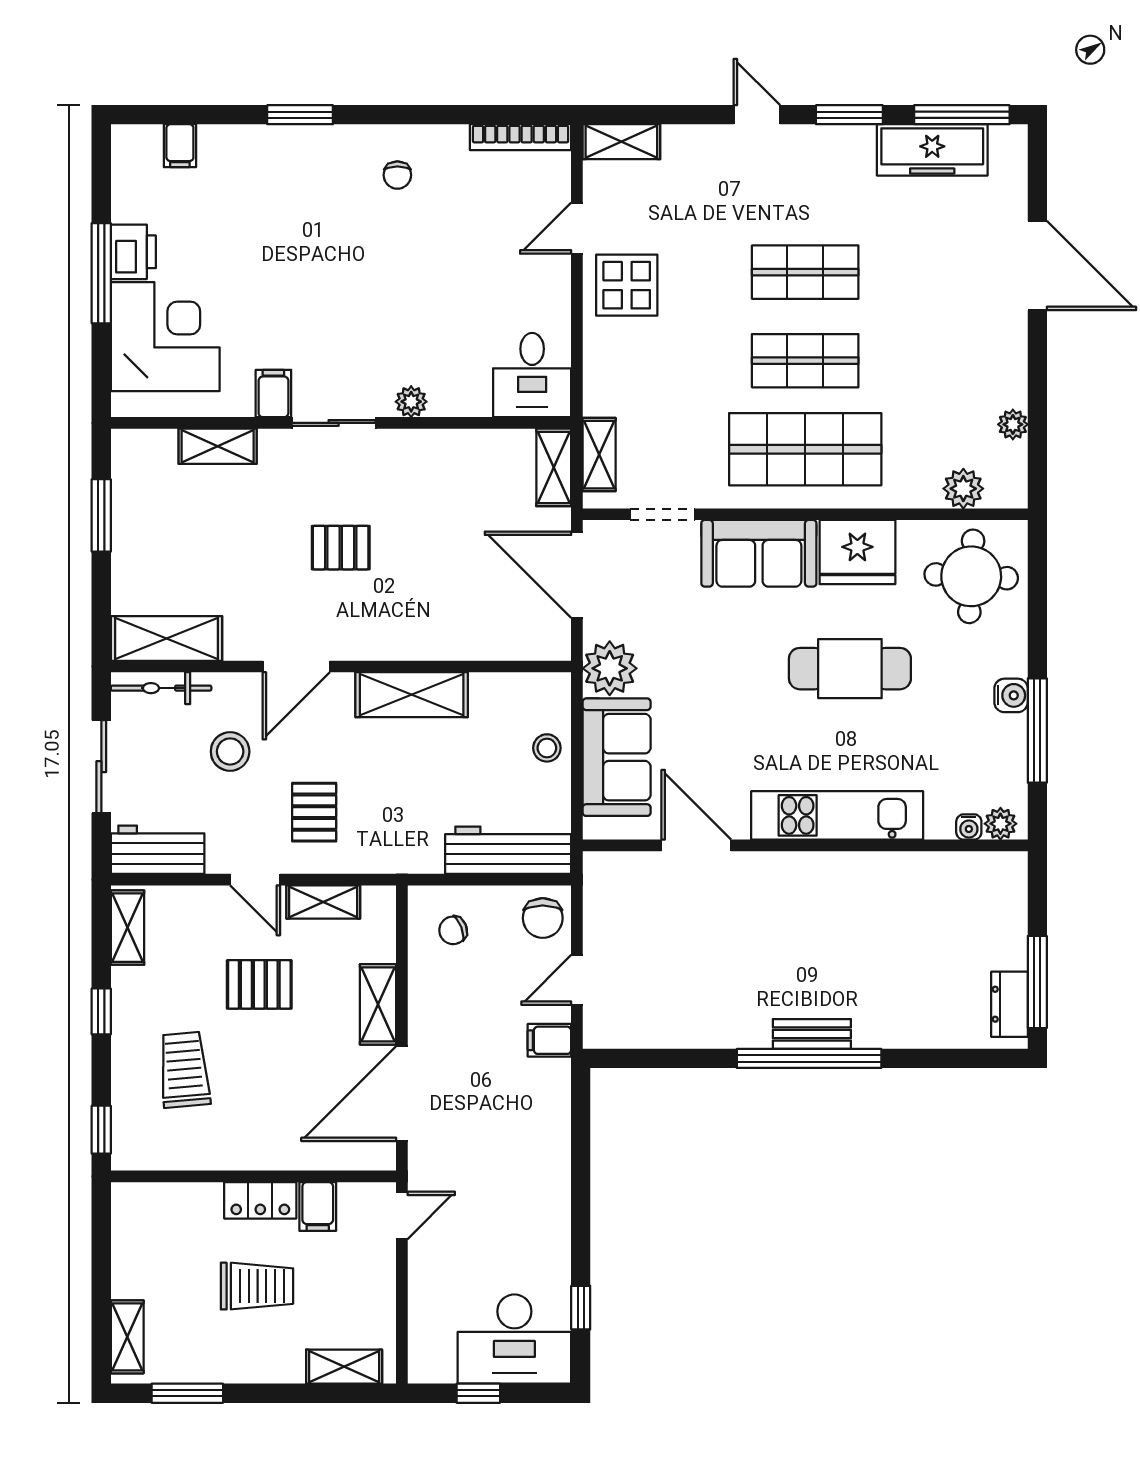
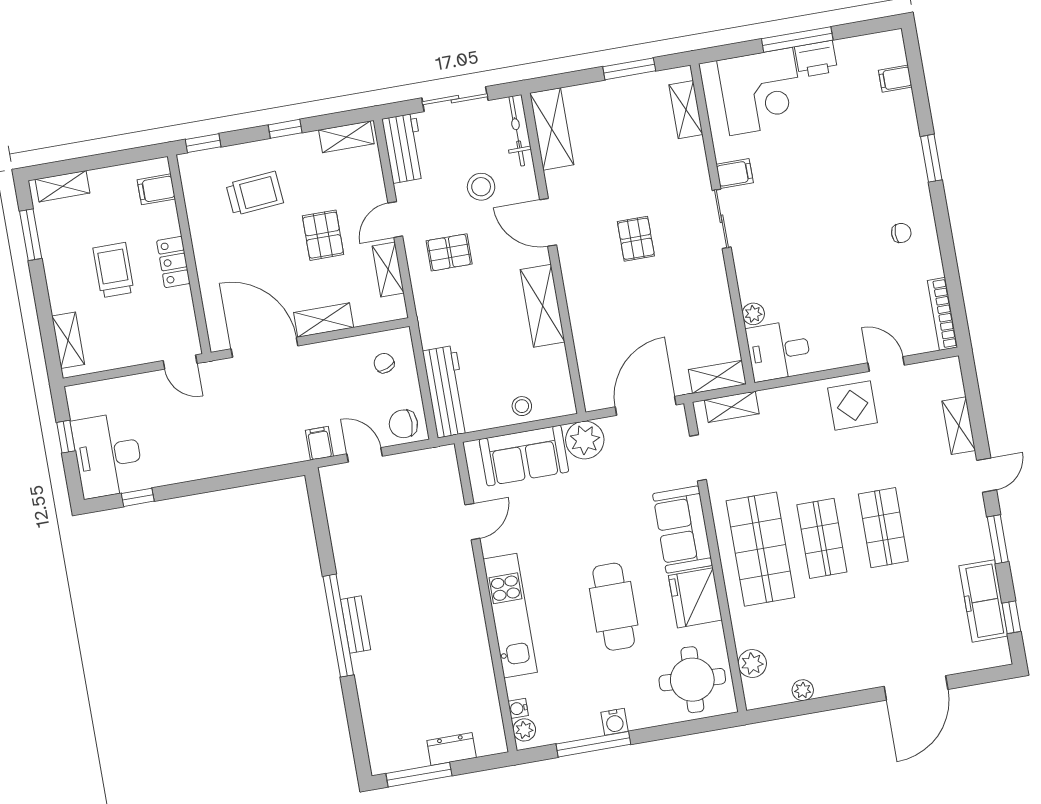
window: (962, 115) -> (1011, 617), width x0.46
shelving: (621, 142) -> (959, 426), moved
chair: (397, 175) -> (901, 233), turned 180
plant: (411, 402) -> (753, 314), moved
shelving: (218, 446) -> (686, 110), moved
door: (696, 845) -> (472, 522), width x0.73
dresser: (1009, 1004) -> (452, 749), moved
filing cabinet: (318, 1206) -> (156, 189), moved
trolley: (257, 1286) -> (113, 270), turned 180

